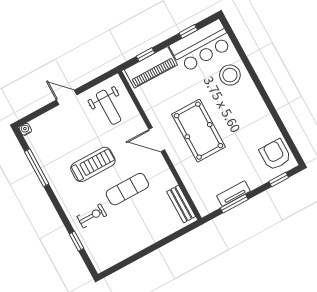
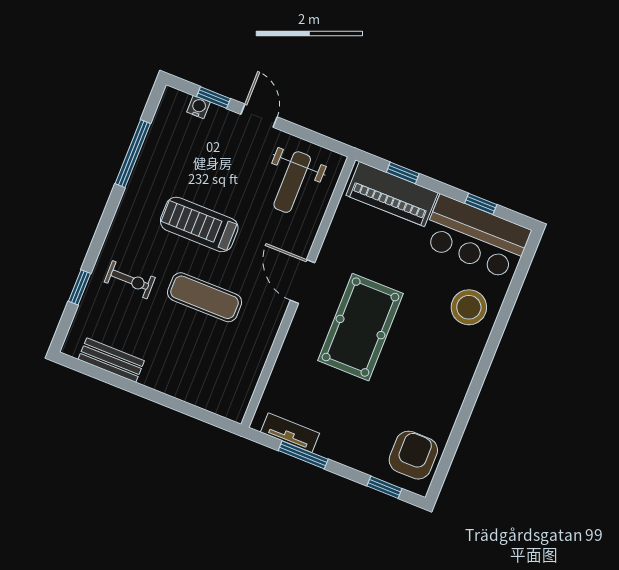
window: (42, 111) -> (213, 98), added
water cooler: (25, 129) -> (199, 107), moved
treadmill: (93, 164) -> (199, 224), turned 180
tv unit: (233, 194) -> (290, 433), moved
bench: (181, 204) -> (111, 360), moved, turned 90

